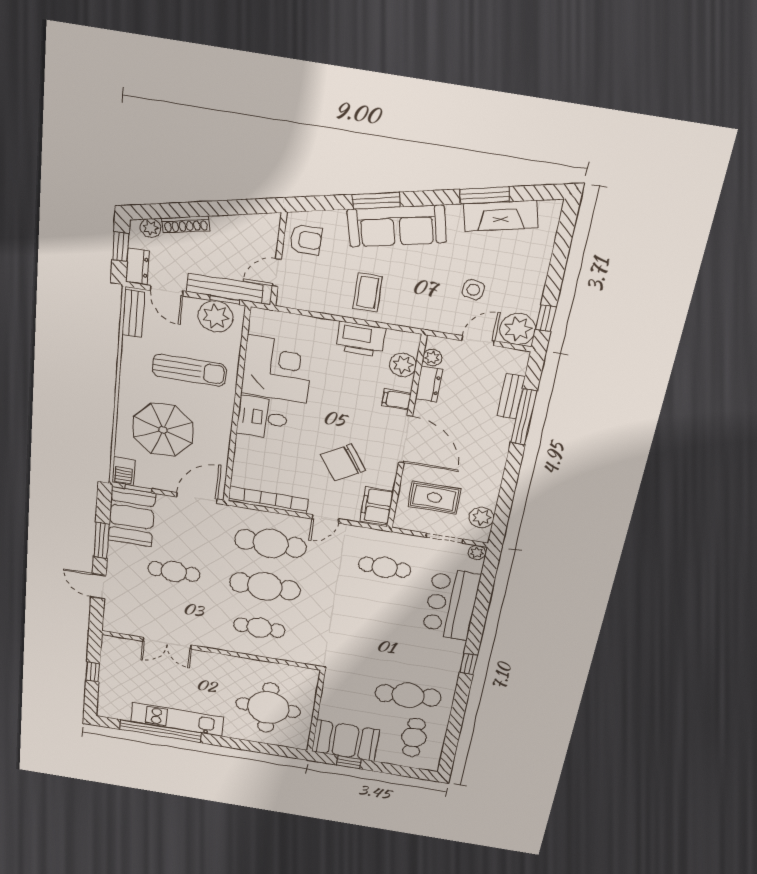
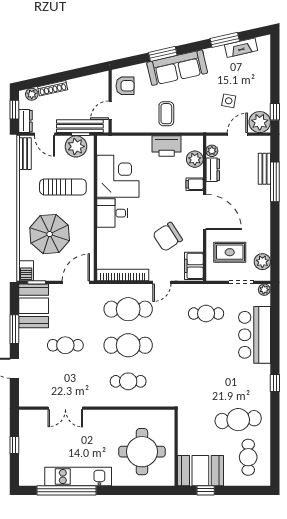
fireplace: (500, 216) -> (241, 48), width x0.73, depth x0.76

